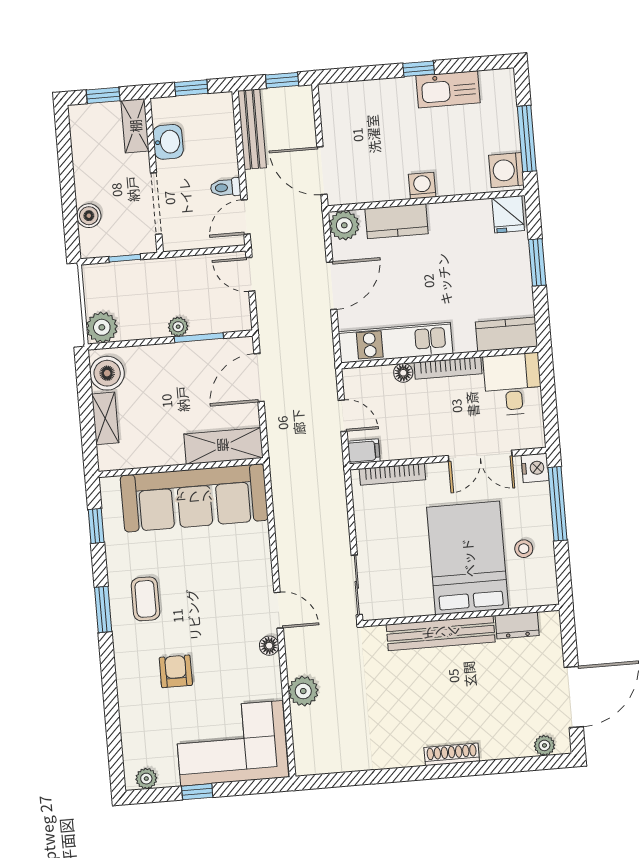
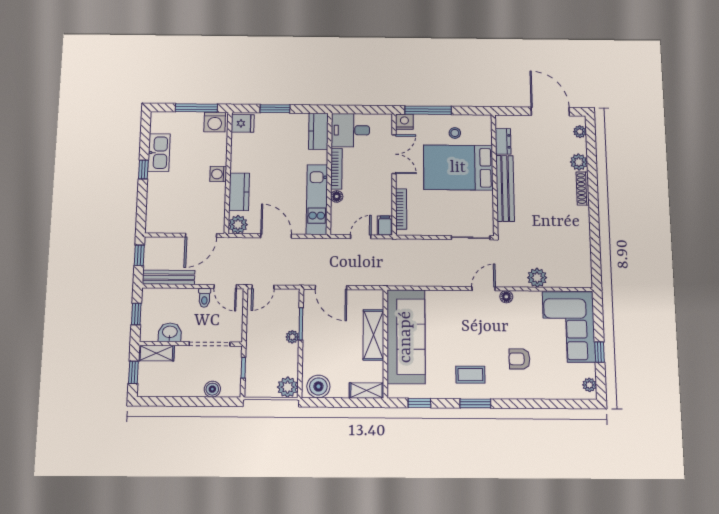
shelving: (105, 418) -> (366, 390), moved
shelving: (223, 446) -> (373, 335), moved
plant: (494, 746) -> (579, 162), added

